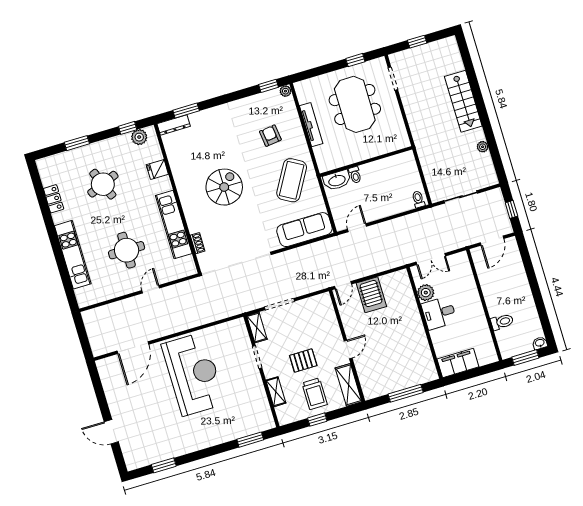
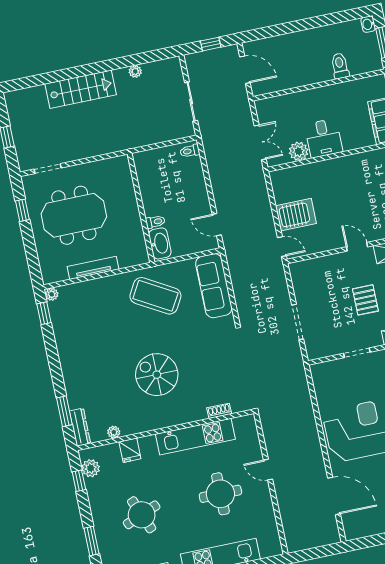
armchair: (270, 136) -> (102, 316), removed
plant: (172, 154) -> (114, 432), added
shelving: (257, 327) -> (323, 350), removed

